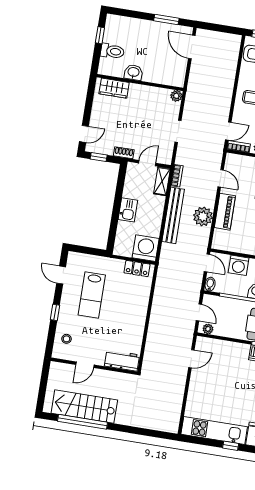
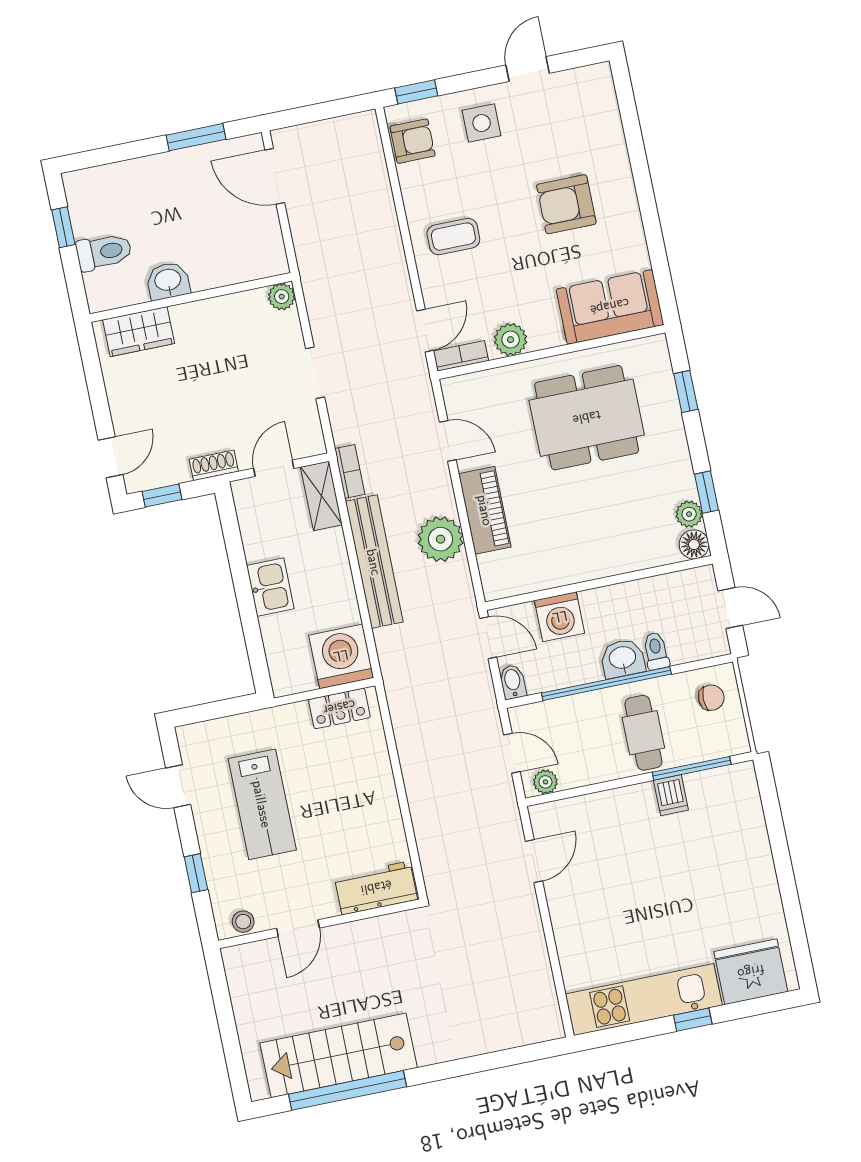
workbench: (122, 360) -> (376, 888), moved
door: (85, 365) -> (298, 928), moved
wall: (94, 366) -> (319, 924), moved

